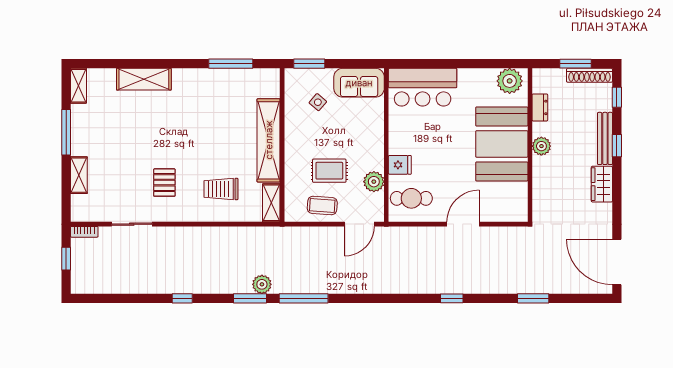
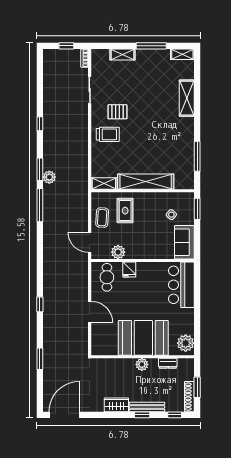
rug: (329, 171) -> (125, 211), moved
trolley: (221, 189) -> (108, 134), moved, turned 90

